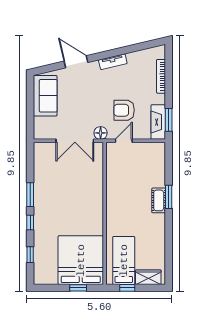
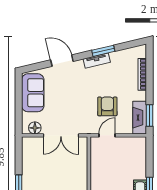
window: (120, 51) -> (103, 51), added
armchair: (124, 110) -> (107, 106), turned 90
floor lamp: (101, 133) -> (35, 128), moved

